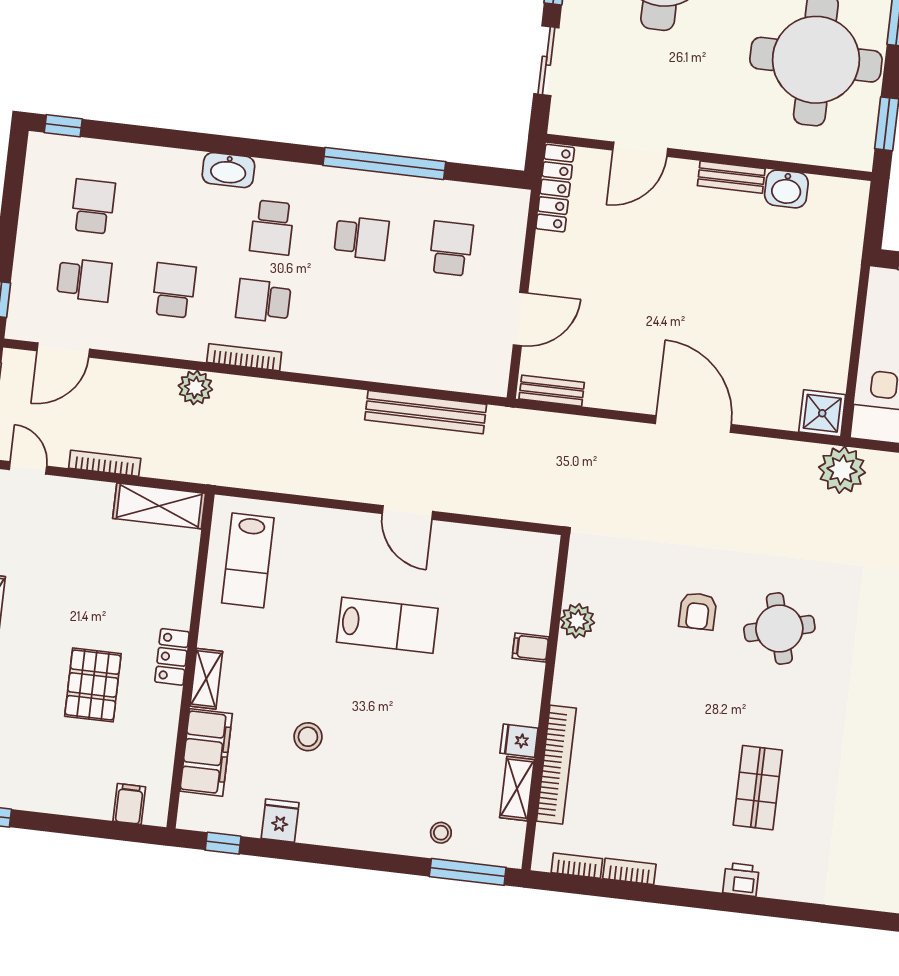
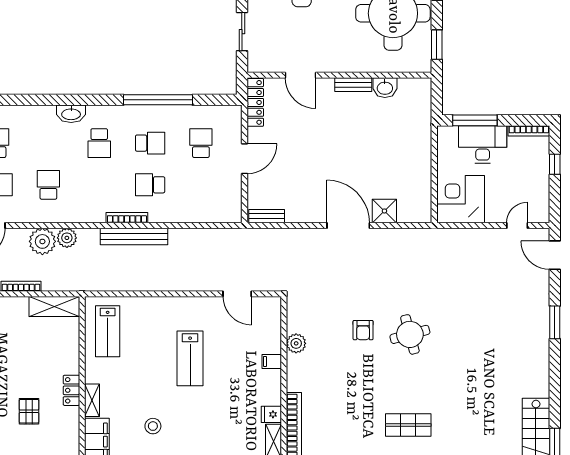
door: (640, 149) -> (300, 75), hinge flipped
school desk: (263, 301) -> (150, 185), moved
door: (521, 319) -> (245, 159), moved
bookcase: (244, 357) -> (127, 218), moved
bench: (426, 412) -> (134, 236), moved
shower: (822, 413) -> (384, 211), moved
plant: (842, 470) -> (42, 241), moved
door: (407, 512) -> (237, 294), moved
lab bench: (387, 625) -> (190, 358), turned 90
pallet: (93, 685) -> (29, 411), width x0.67, depth x0.71
shop shelf: (758, 788) -> (408, 425), turned 90

